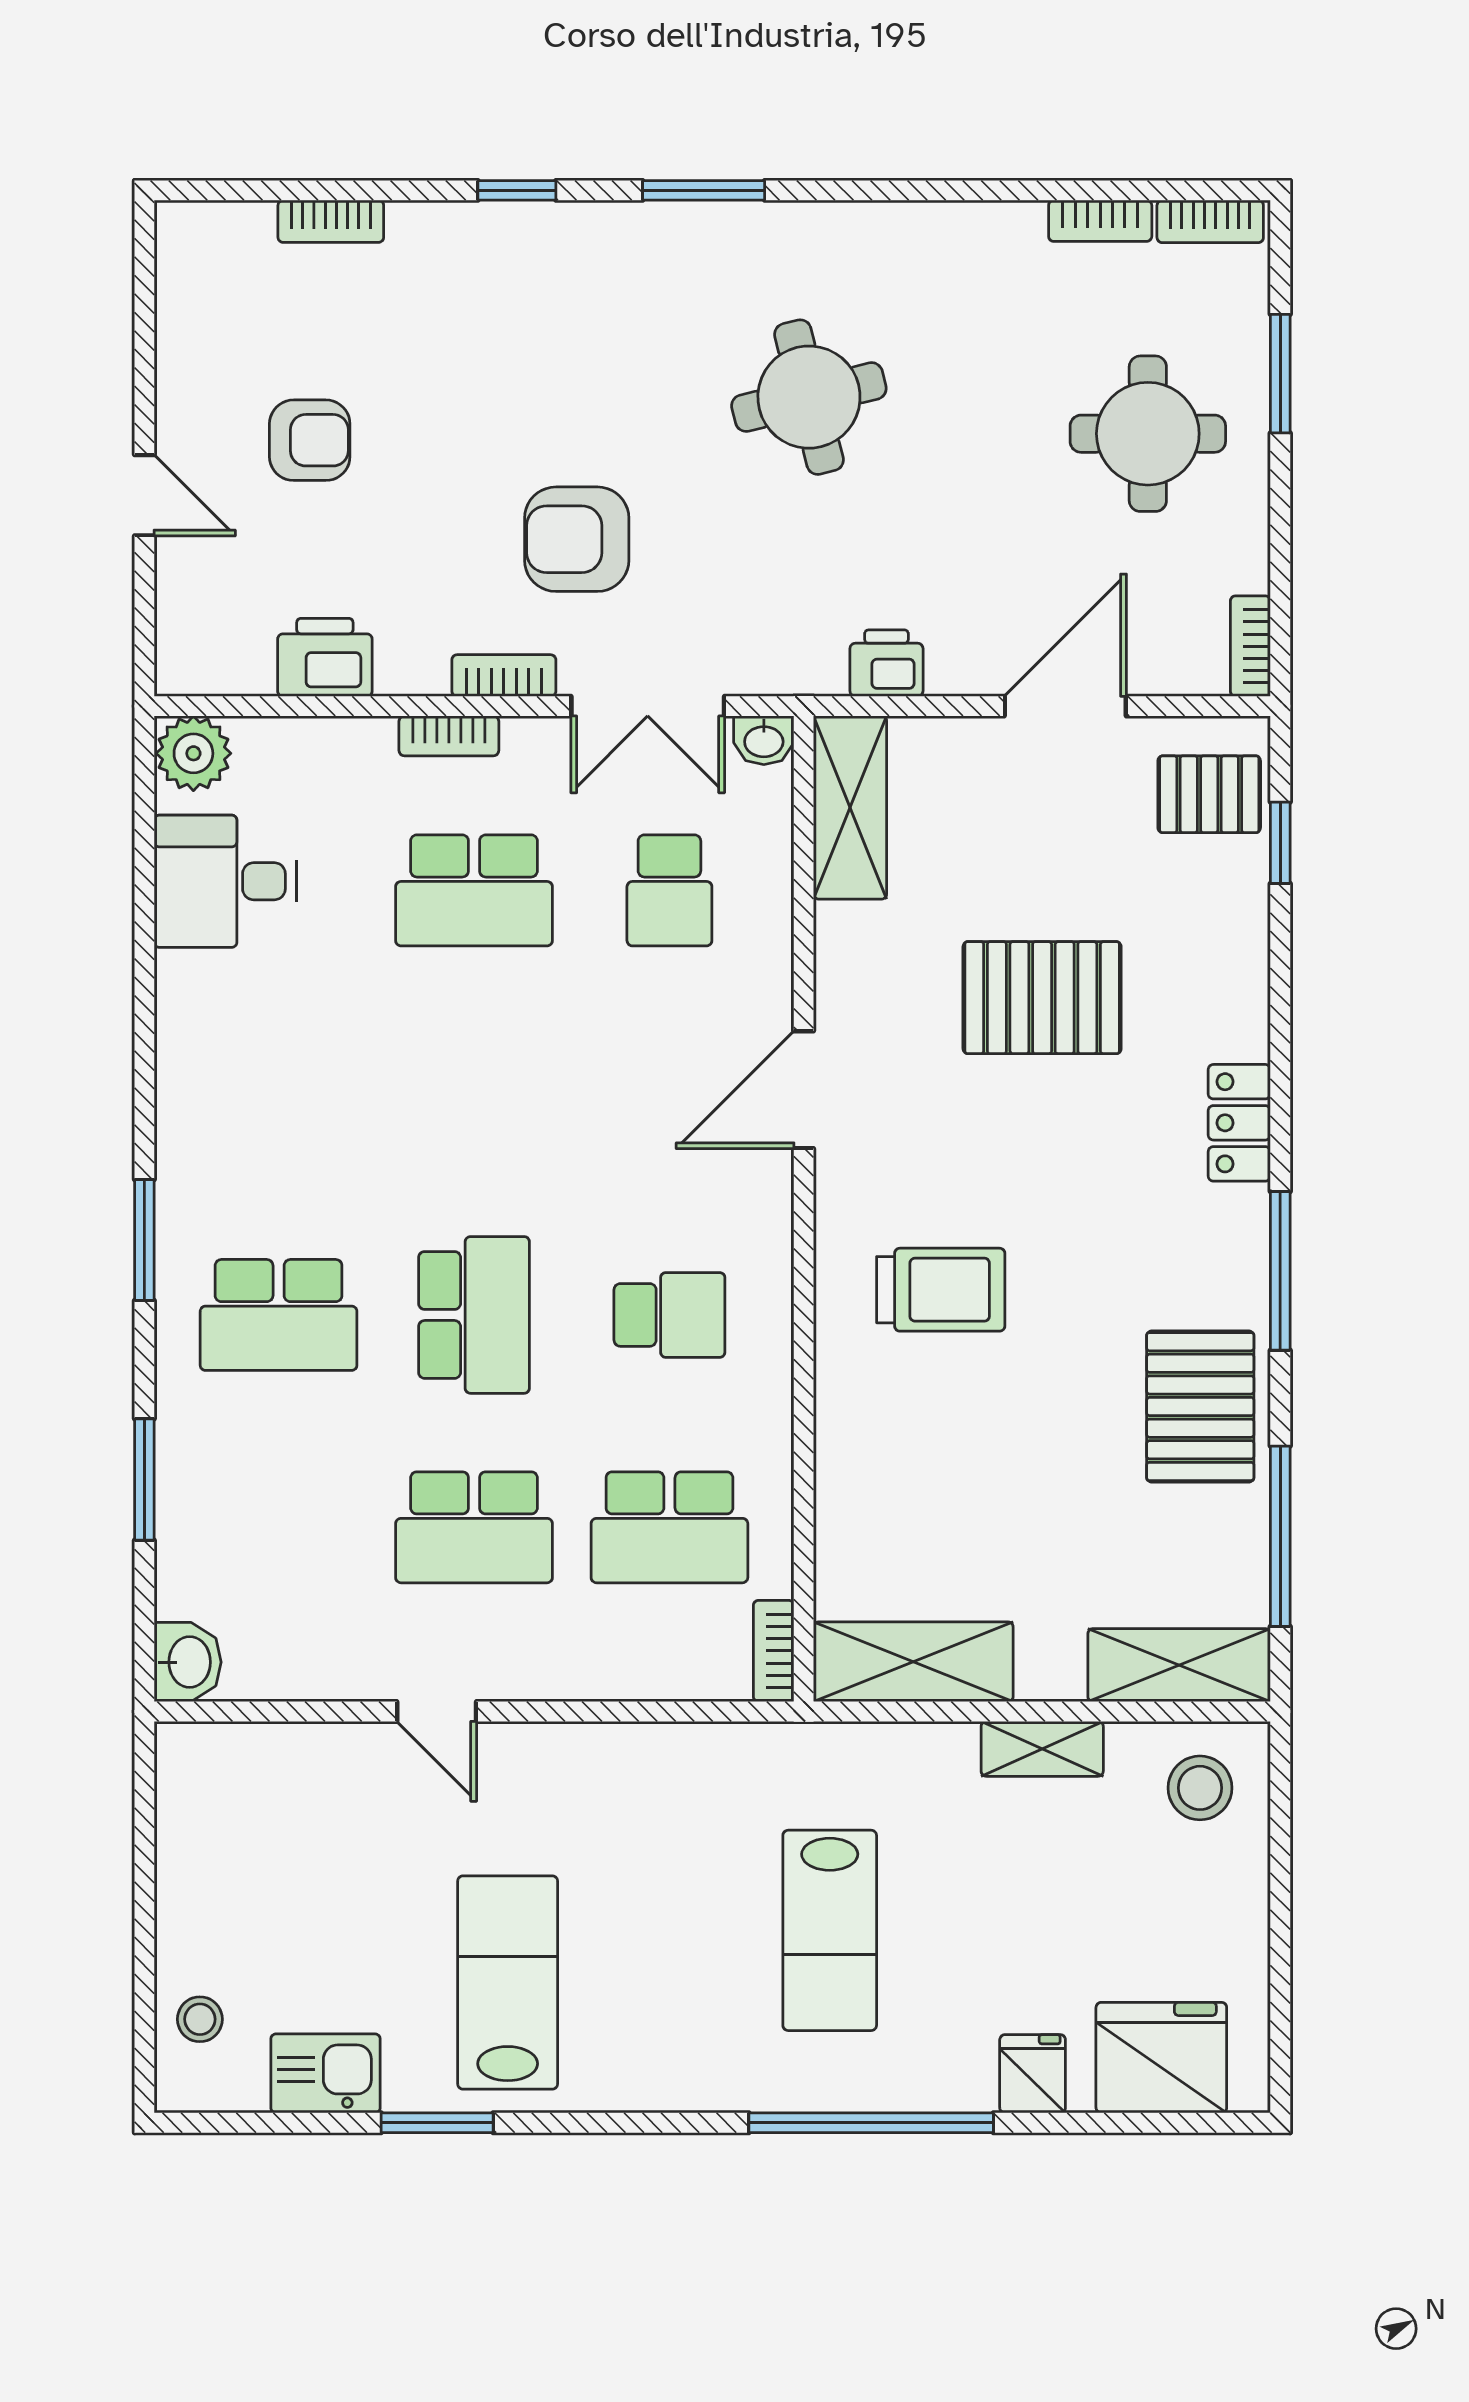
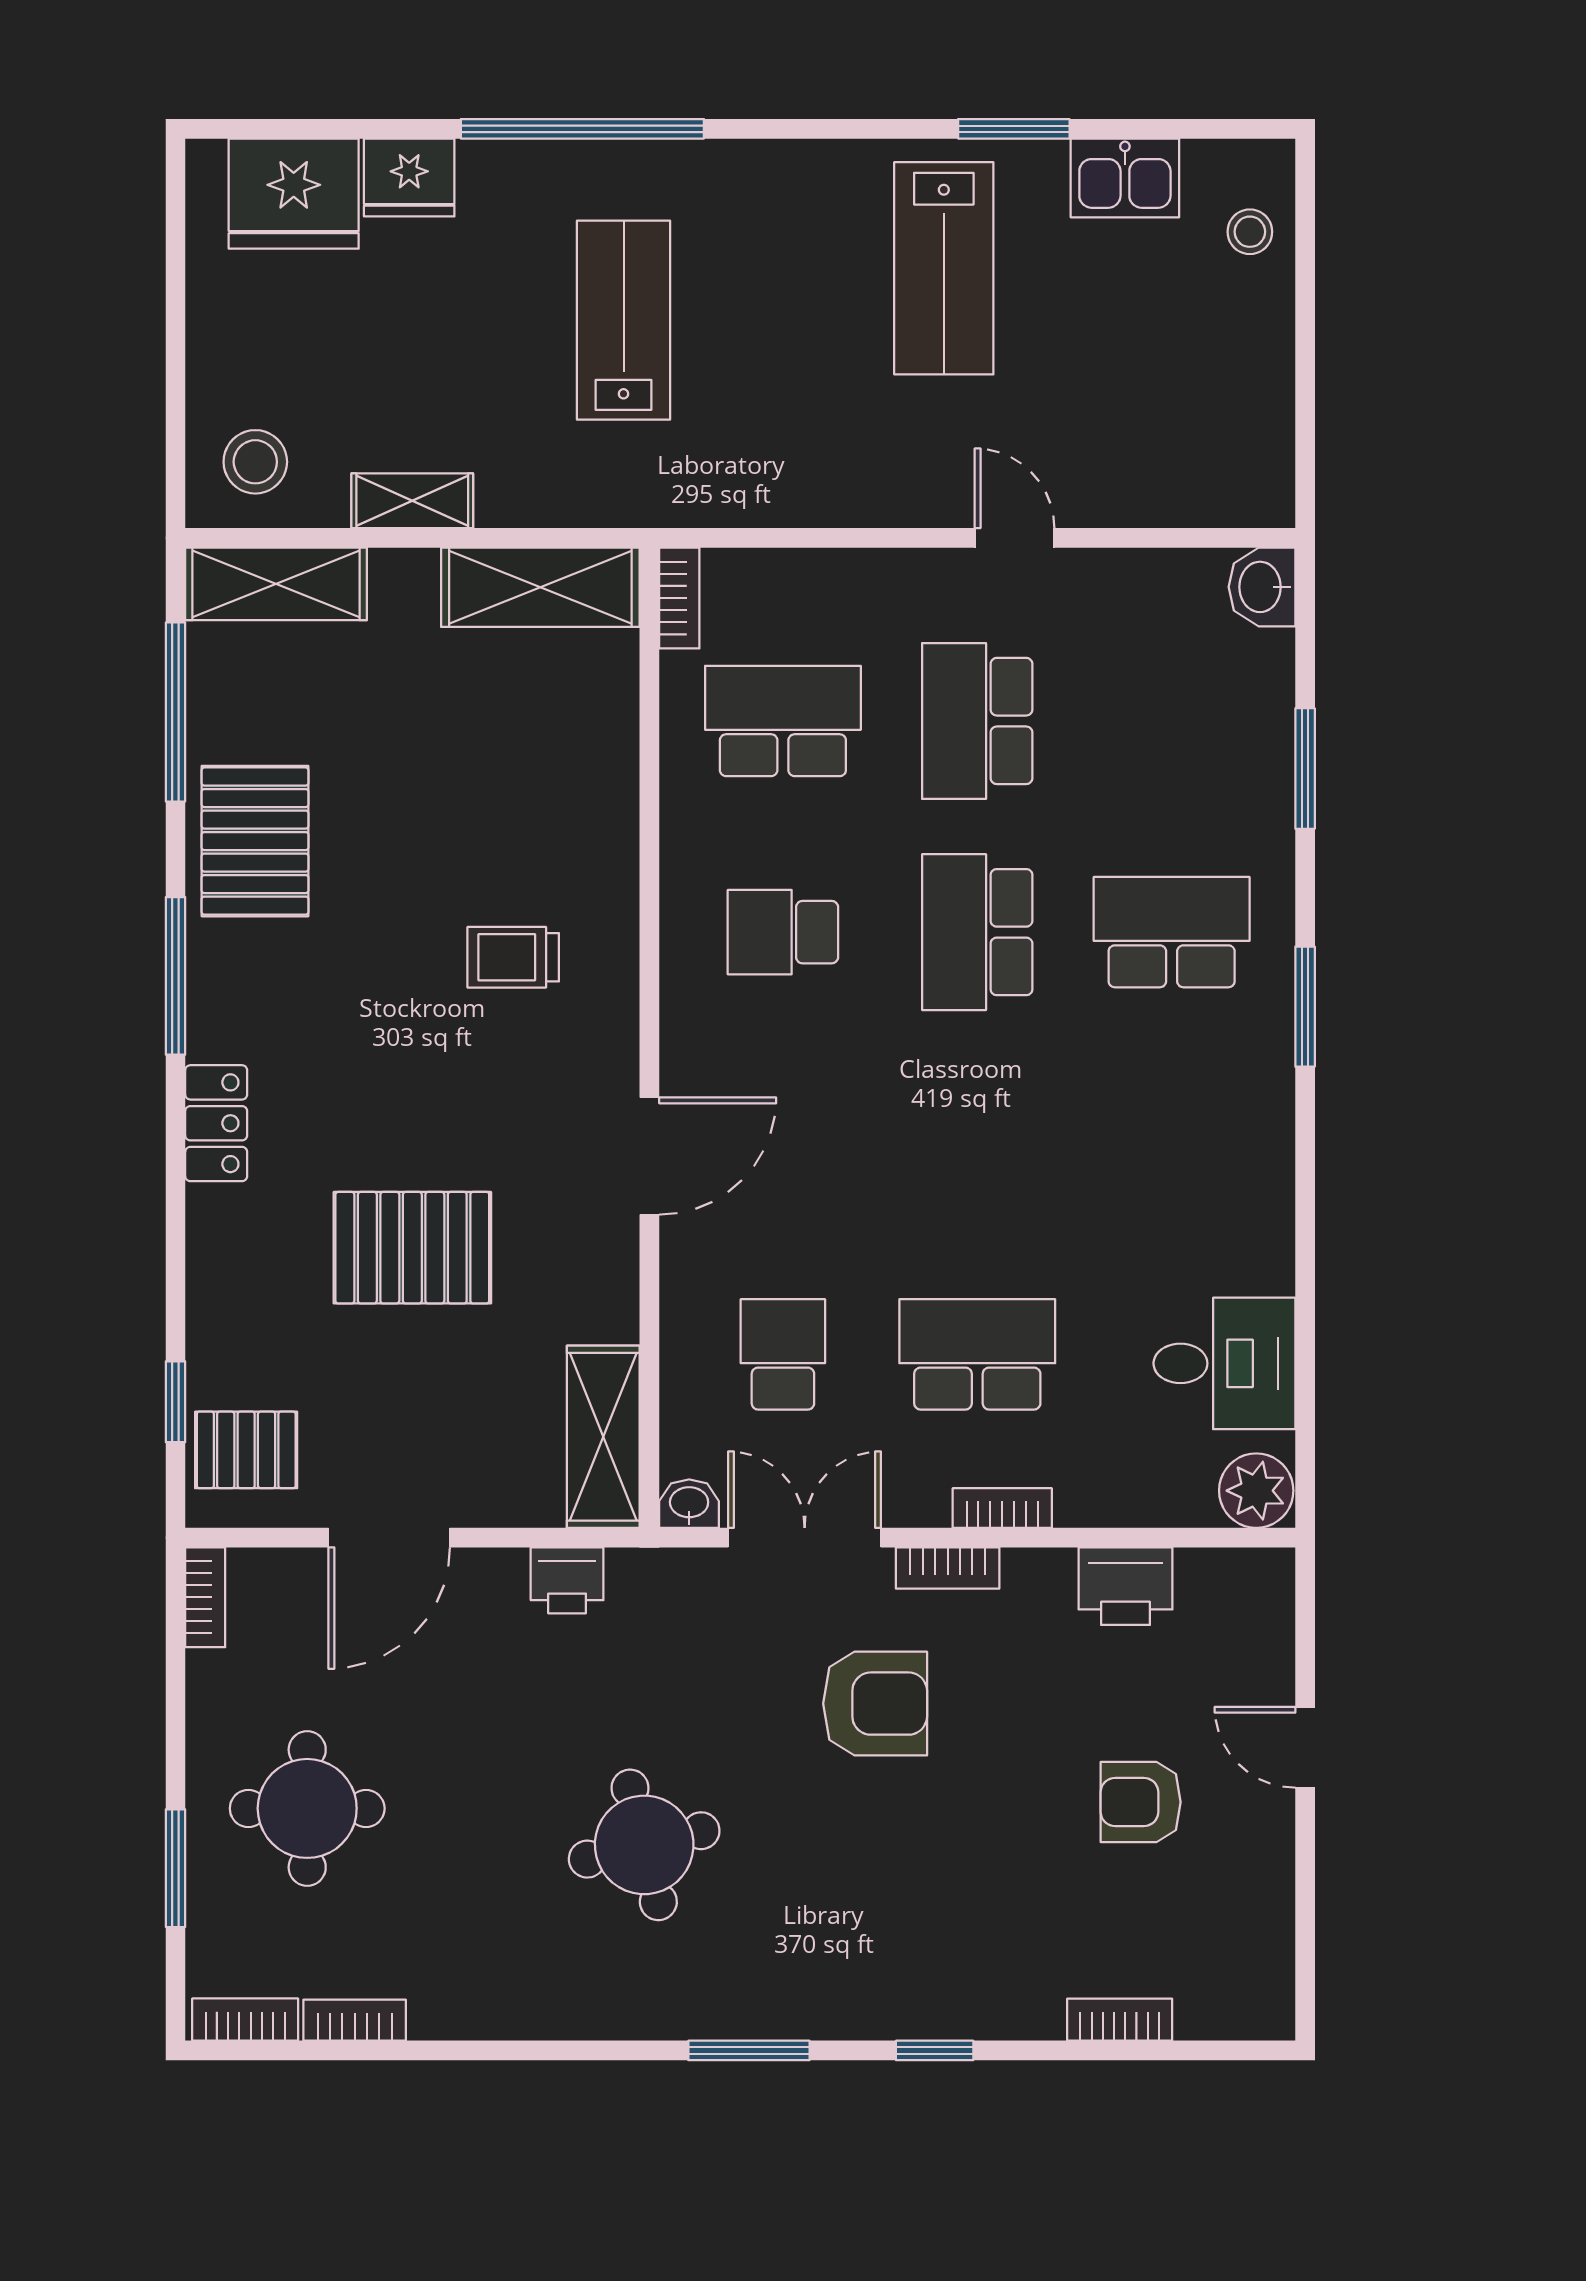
trolley: (941, 1290) -> (513, 957), width x0.73, depth x0.72
school desk: (474, 1527) -> (977, 721), turned -90
fridge: (1033, 2074) -> (409, 178), width x1.38

